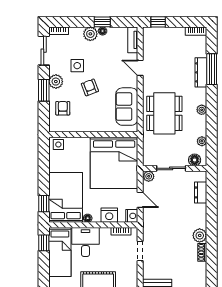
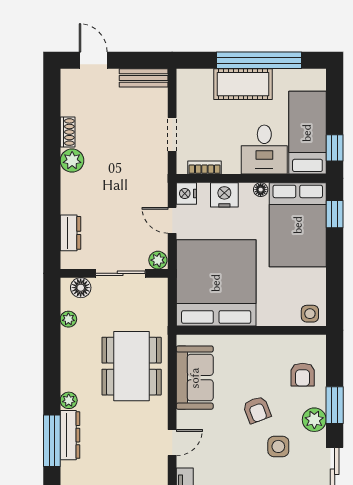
door: (140, 68) -> (172, 443), hinge flipped
plant: (202, 110) -> (69, 400), moved

